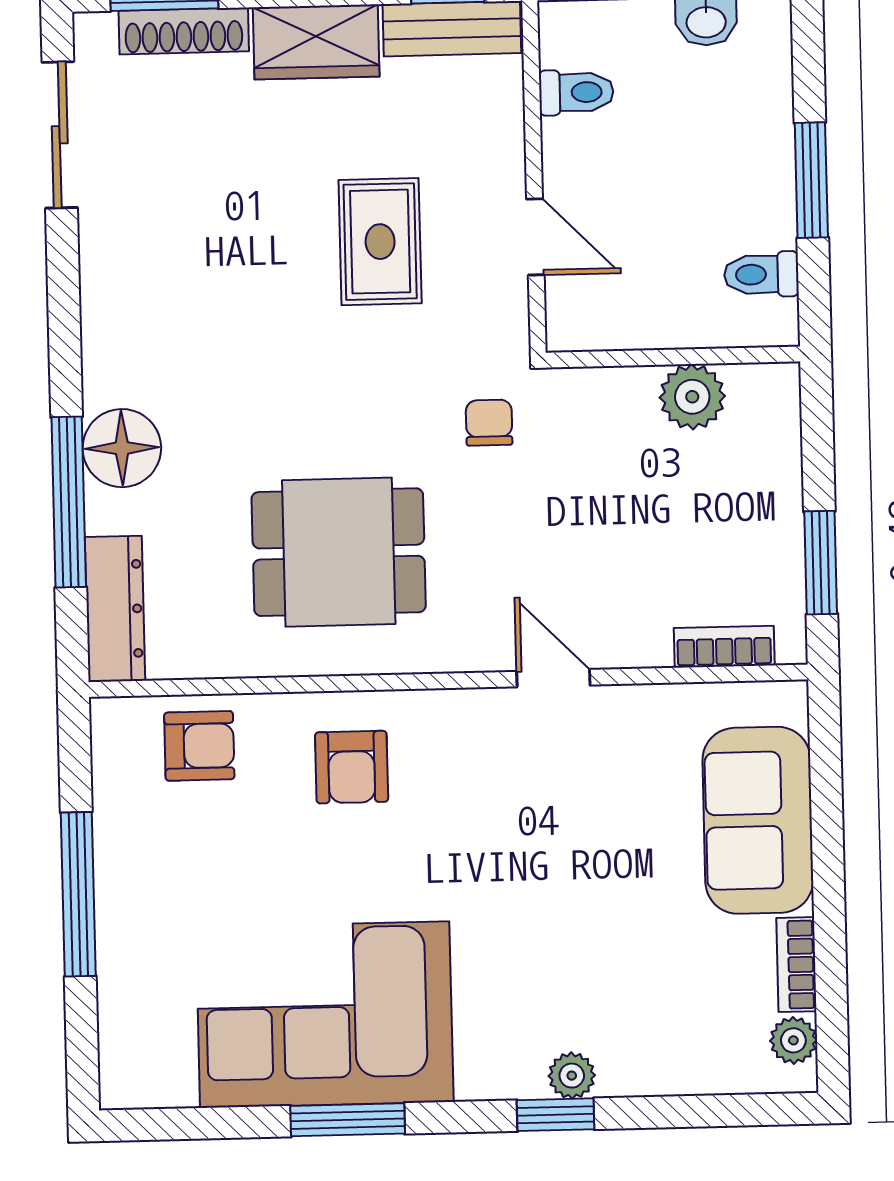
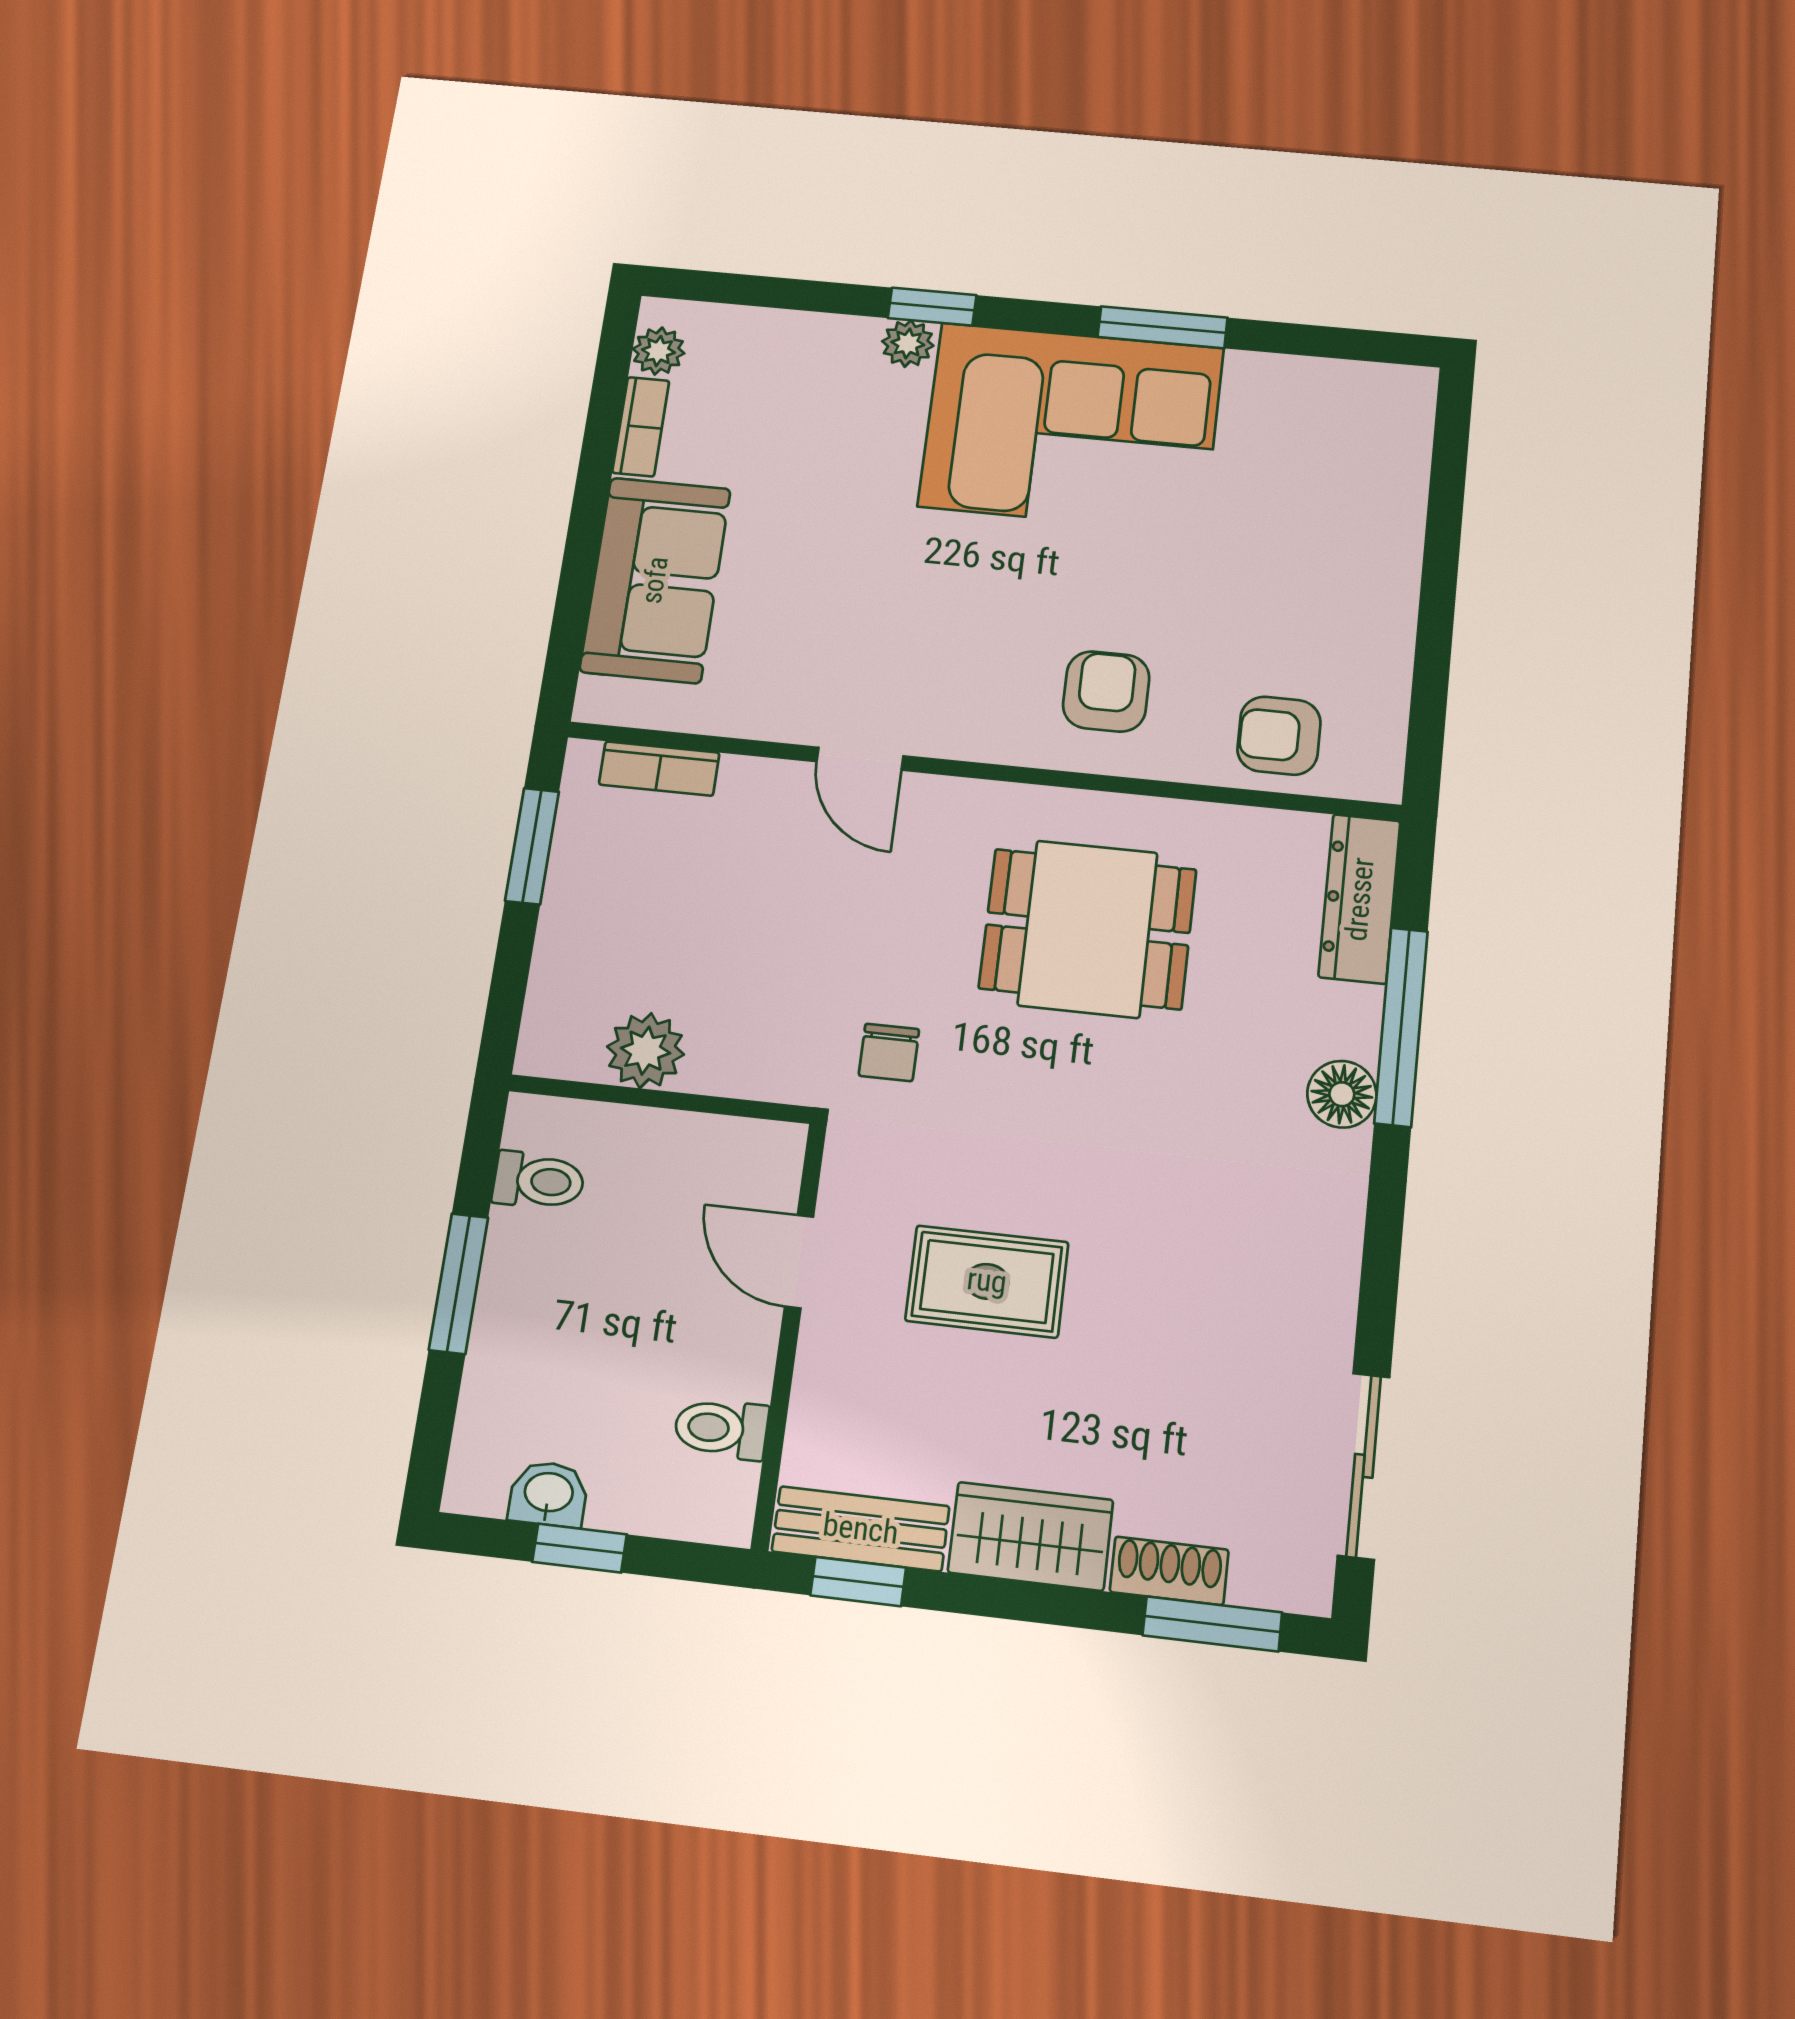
shoe rack: (184, 31) -> (1169, 1571), width x0.70
rug: (380, 242) -> (987, 1281), turned 90
floor lamp: (122, 448) -> (1342, 1094), width x0.73, depth x0.73
window: (78, 894) -> (1438, 594), removed
corner sofa: (325, 1015) -> (1071, 427), moved

